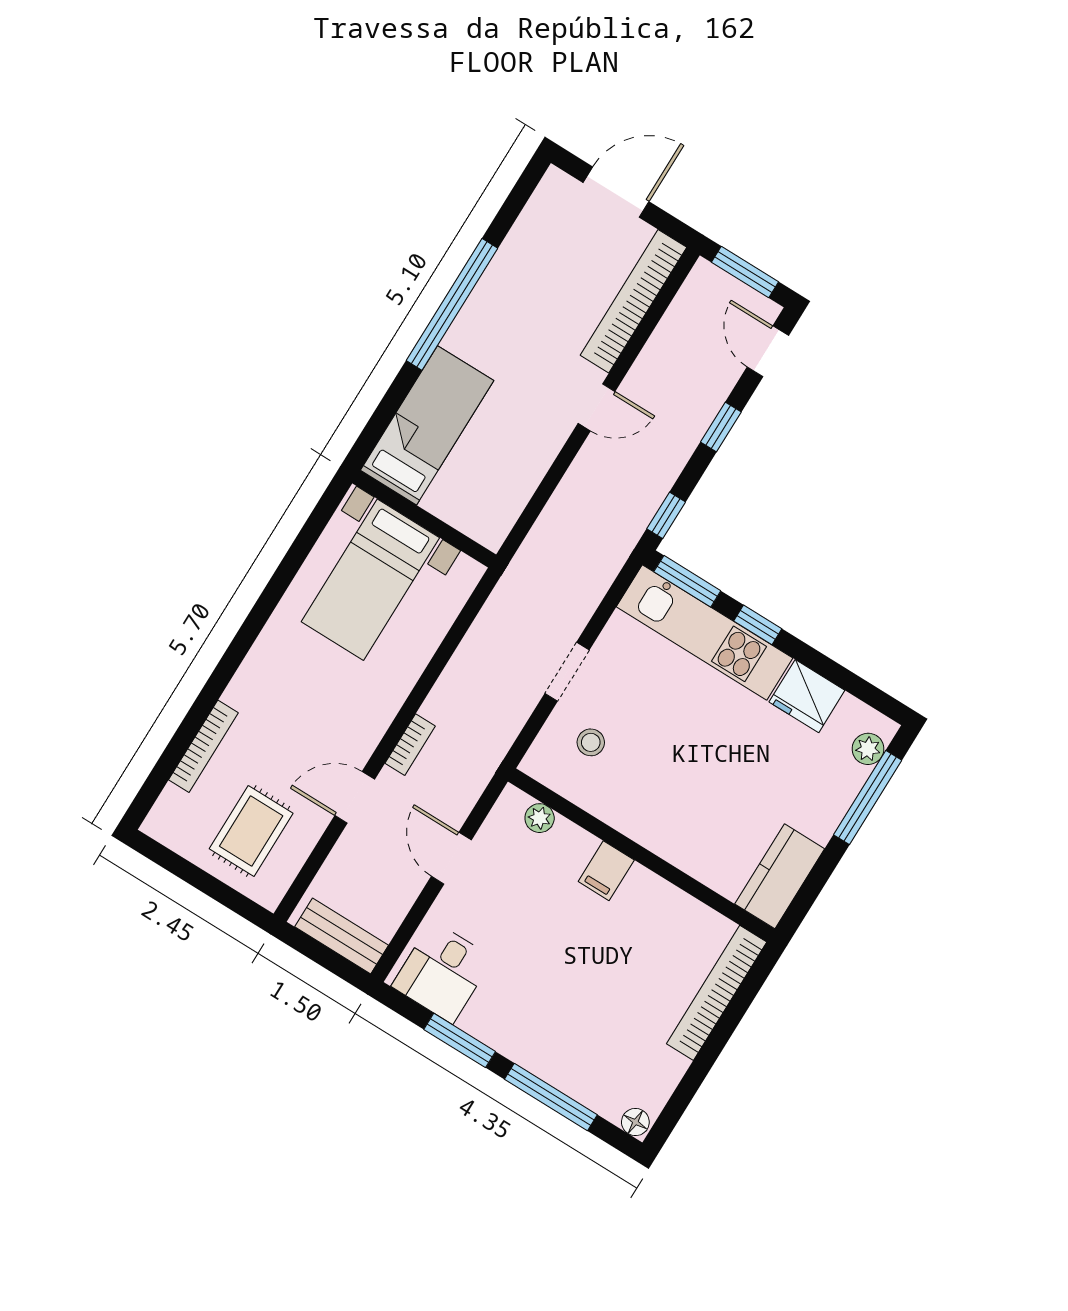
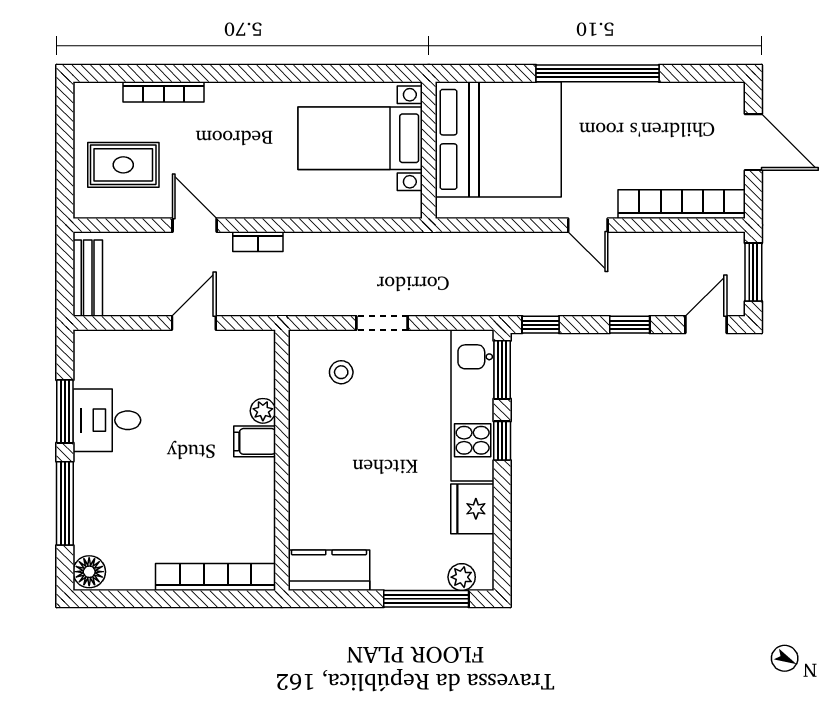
bed: (427, 425) -> (498, 139), width x2.04
plant: (540, 818) -> (263, 411), moved
desk: (442, 972) -> (107, 420), moved
floor lamp: (635, 1122) -> (89, 572), width x1.37, depth x1.37

